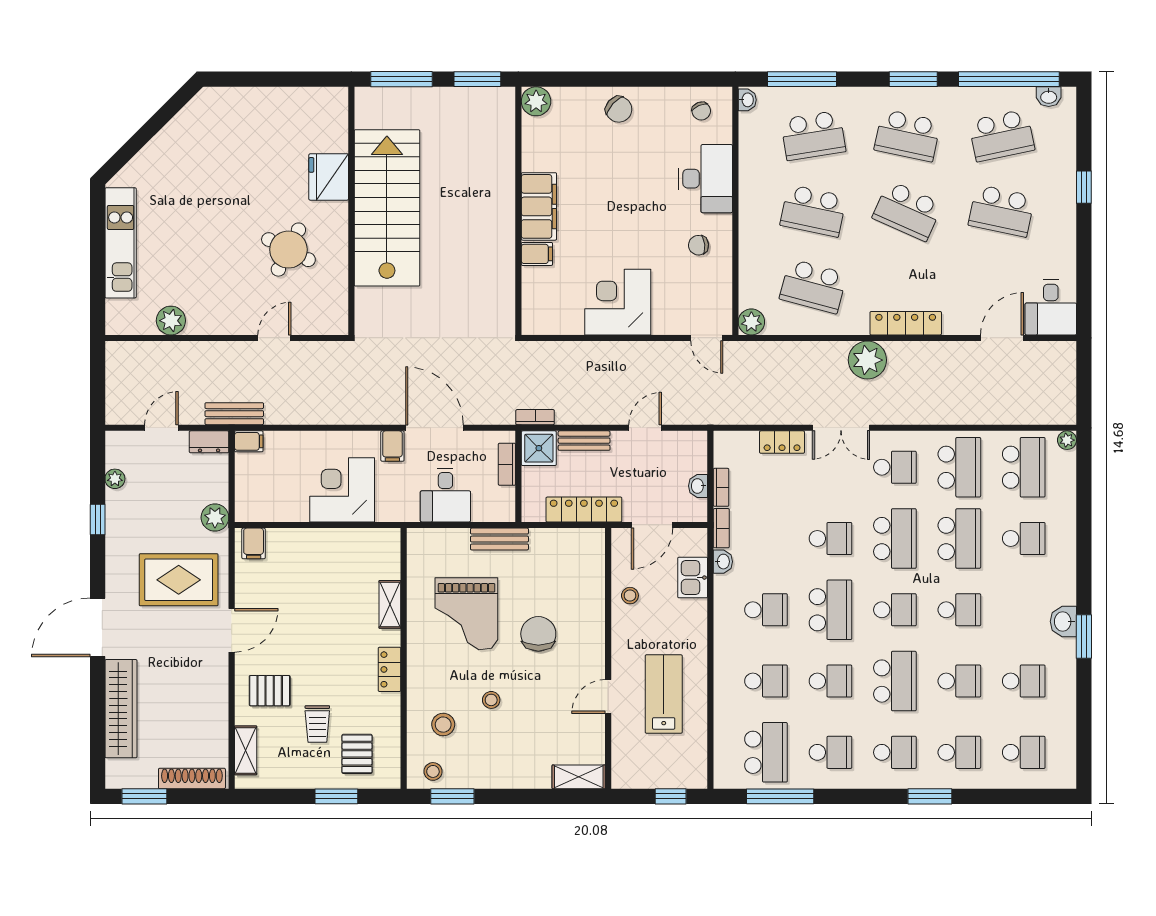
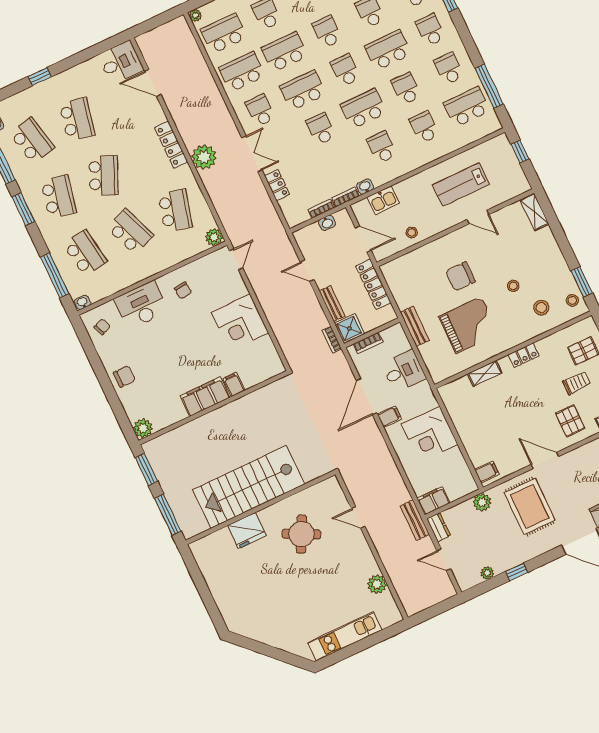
chair: (619, 109) -> (124, 376), turned 48
school desk: (813, 211) -> (130, 232), turned -33
filing cabinet: (249, 441) -> (433, 501), width x2.00

